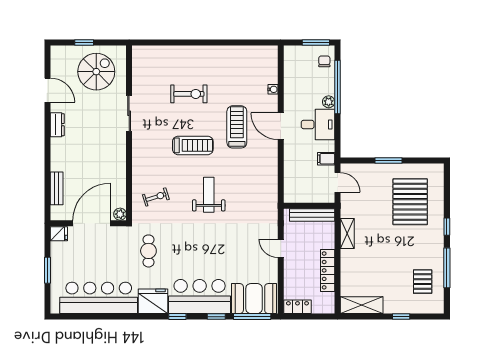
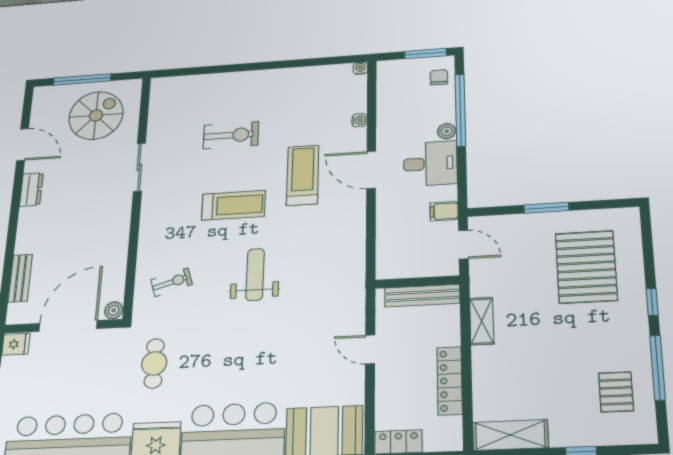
window: (84, 42) -> (82, 79), width x2.17
water cooler: (273, 50) -> (360, 68), added

